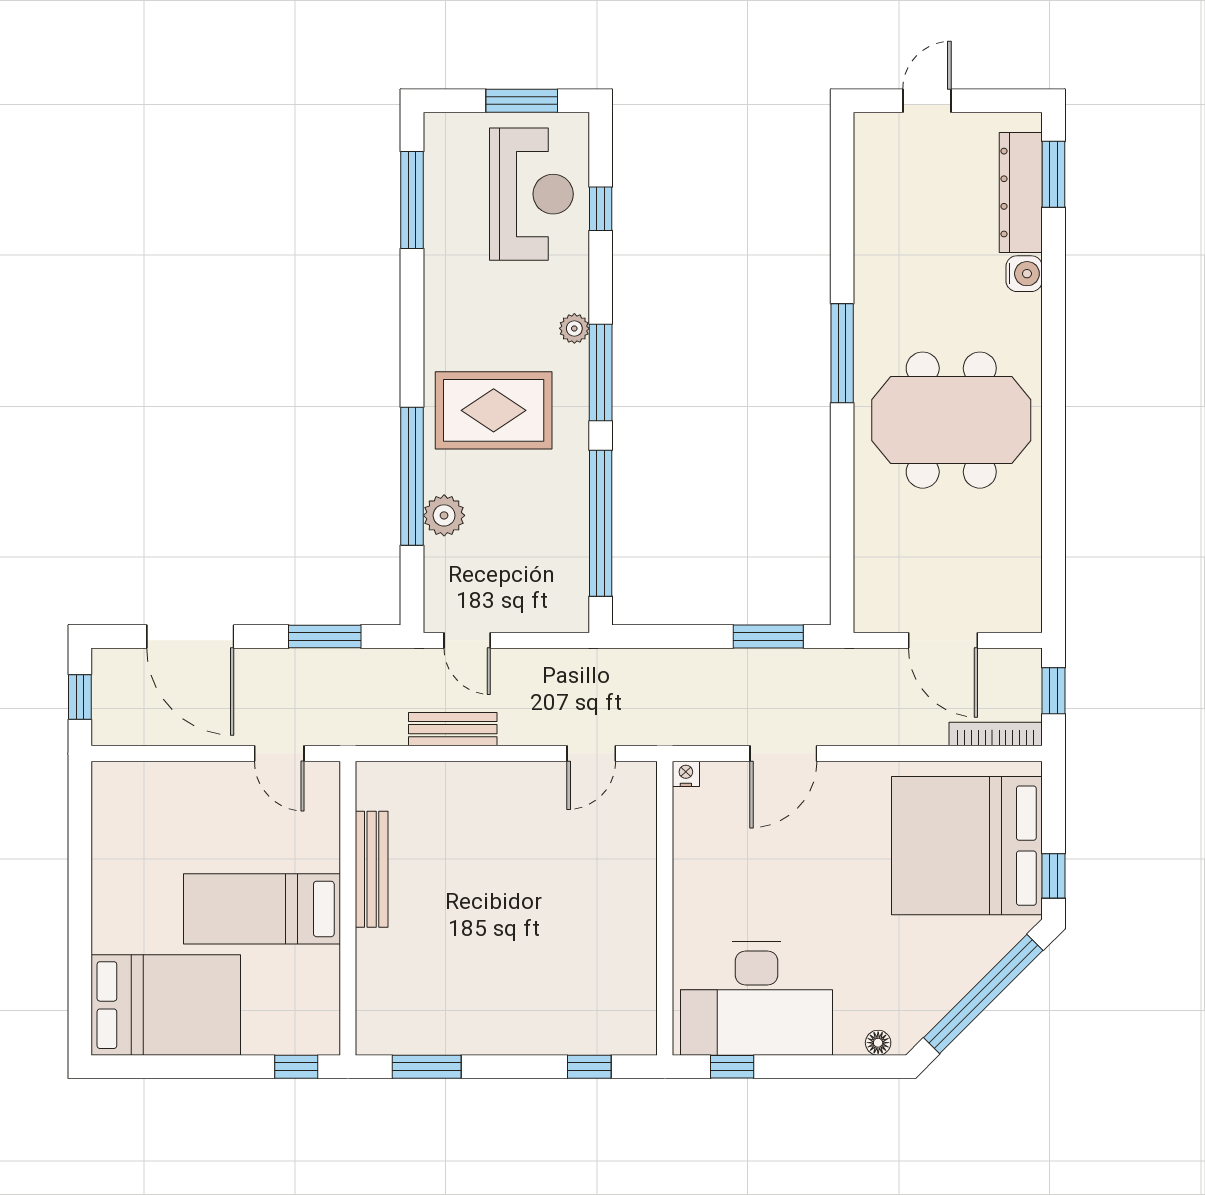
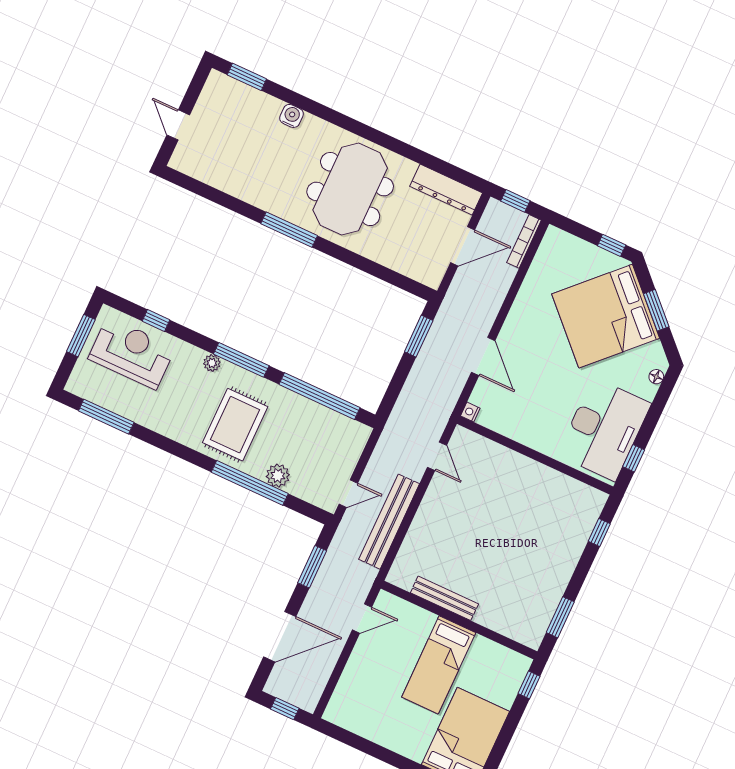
dresser: (1021, 193) -> (446, 190), moved
bench: (453, 729) -> (389, 522), width x1.86, depth x1.21
bed: (967, 846) -> (606, 316), moved, turned 45
window: (983, 994) -> (656, 310), width x0.47

